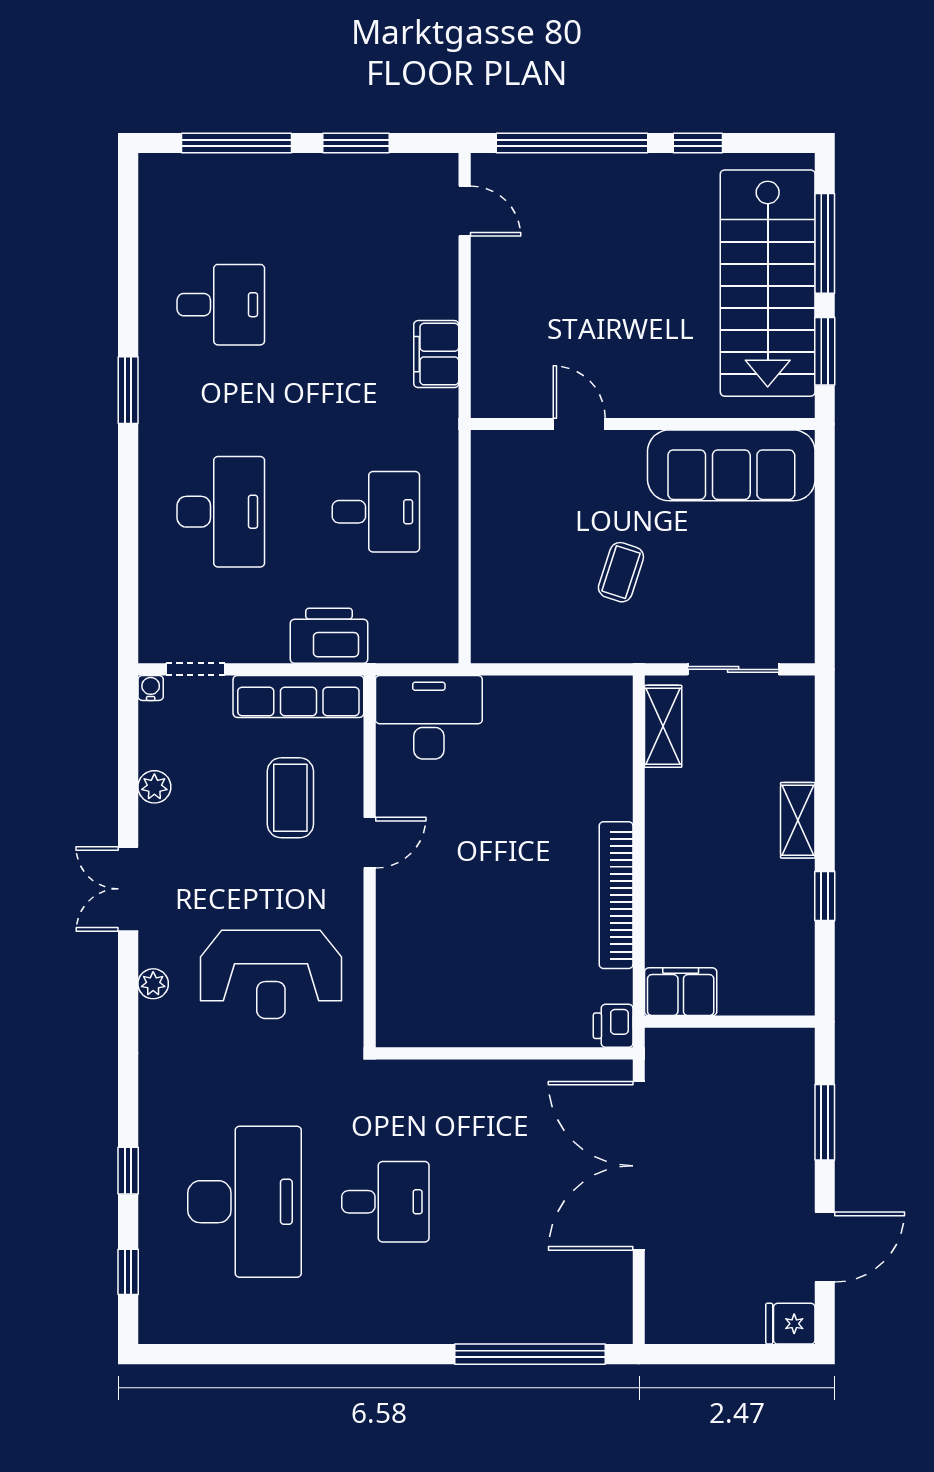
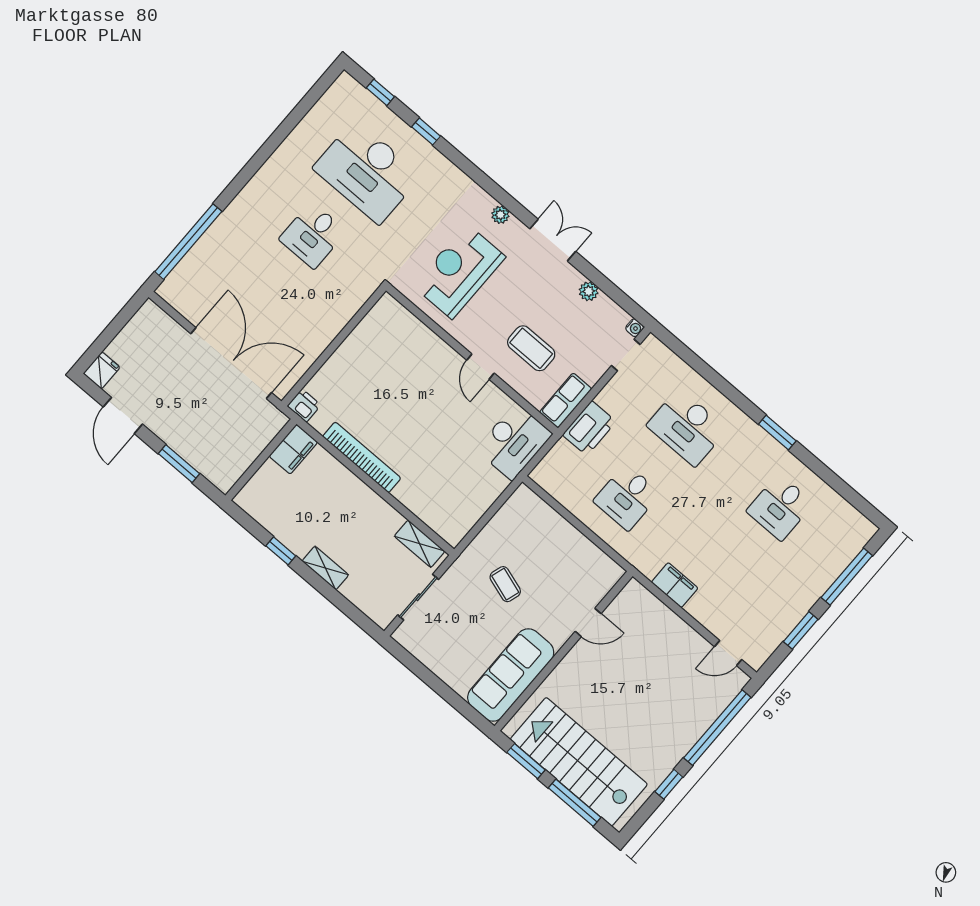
row of seats: (298, 696) -> (566, 400), width x0.68

